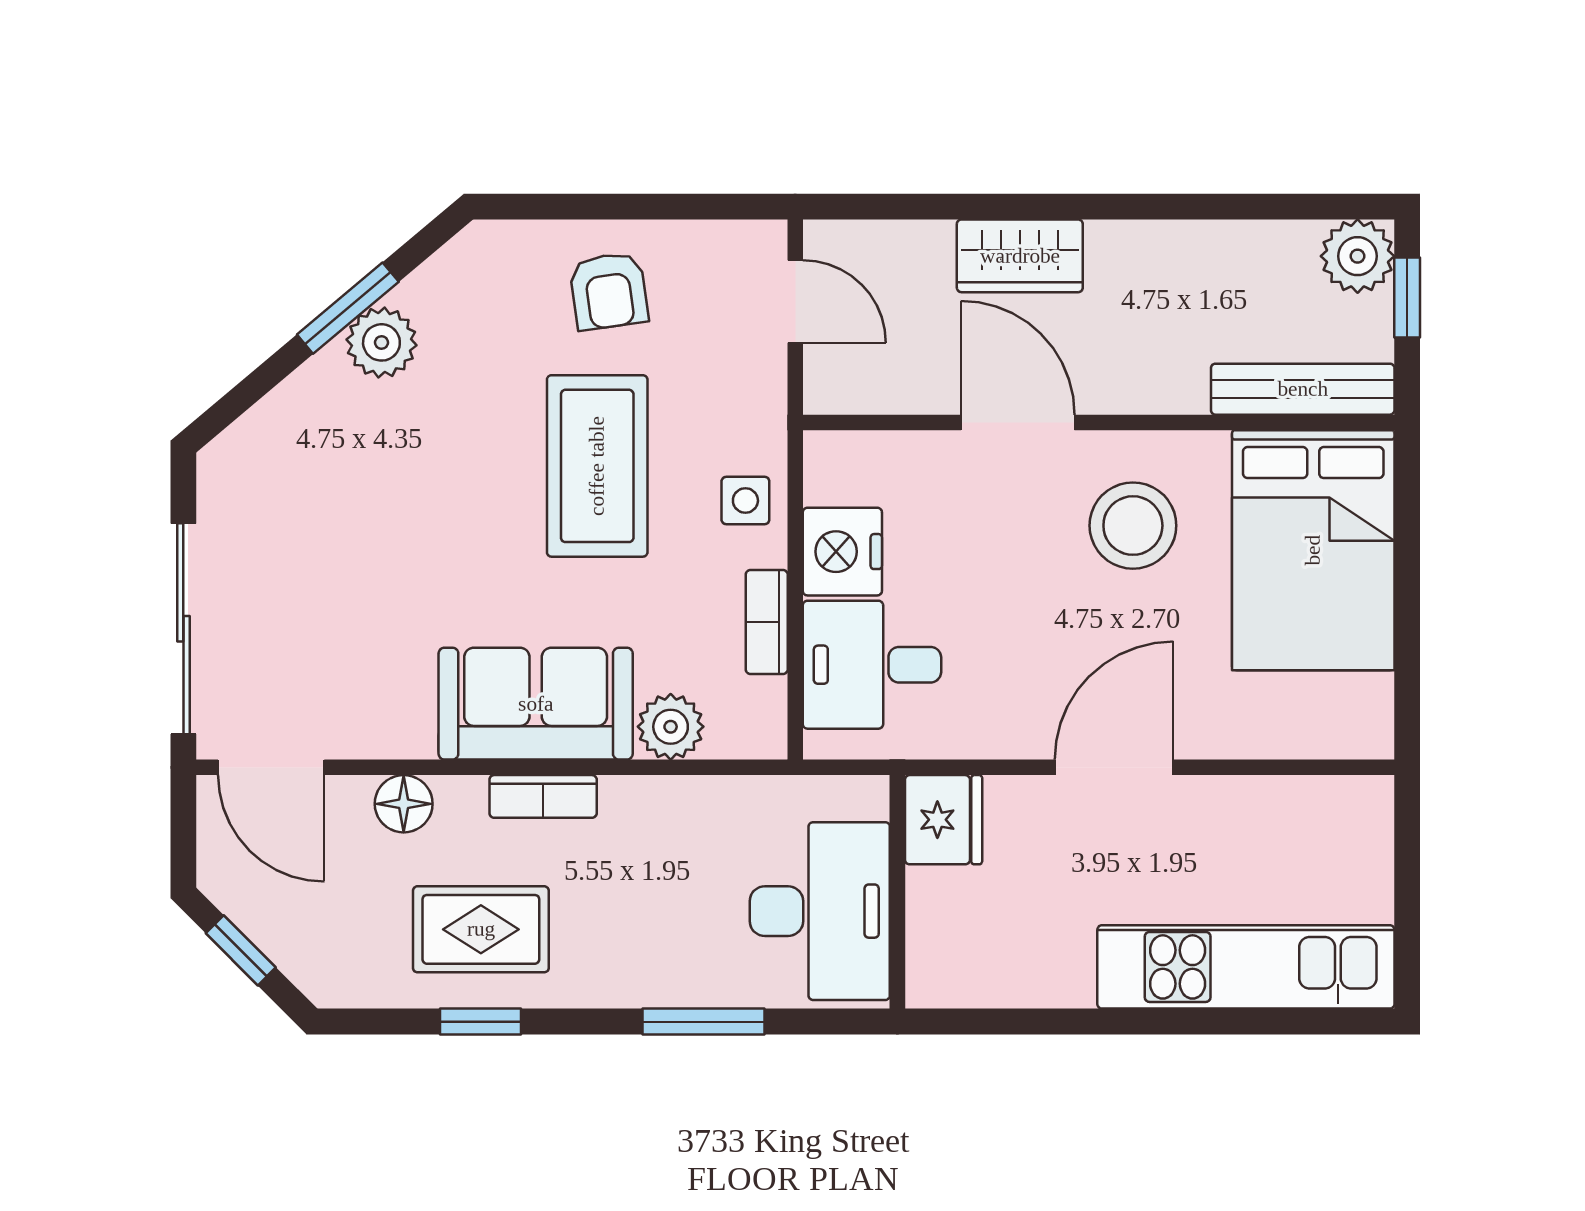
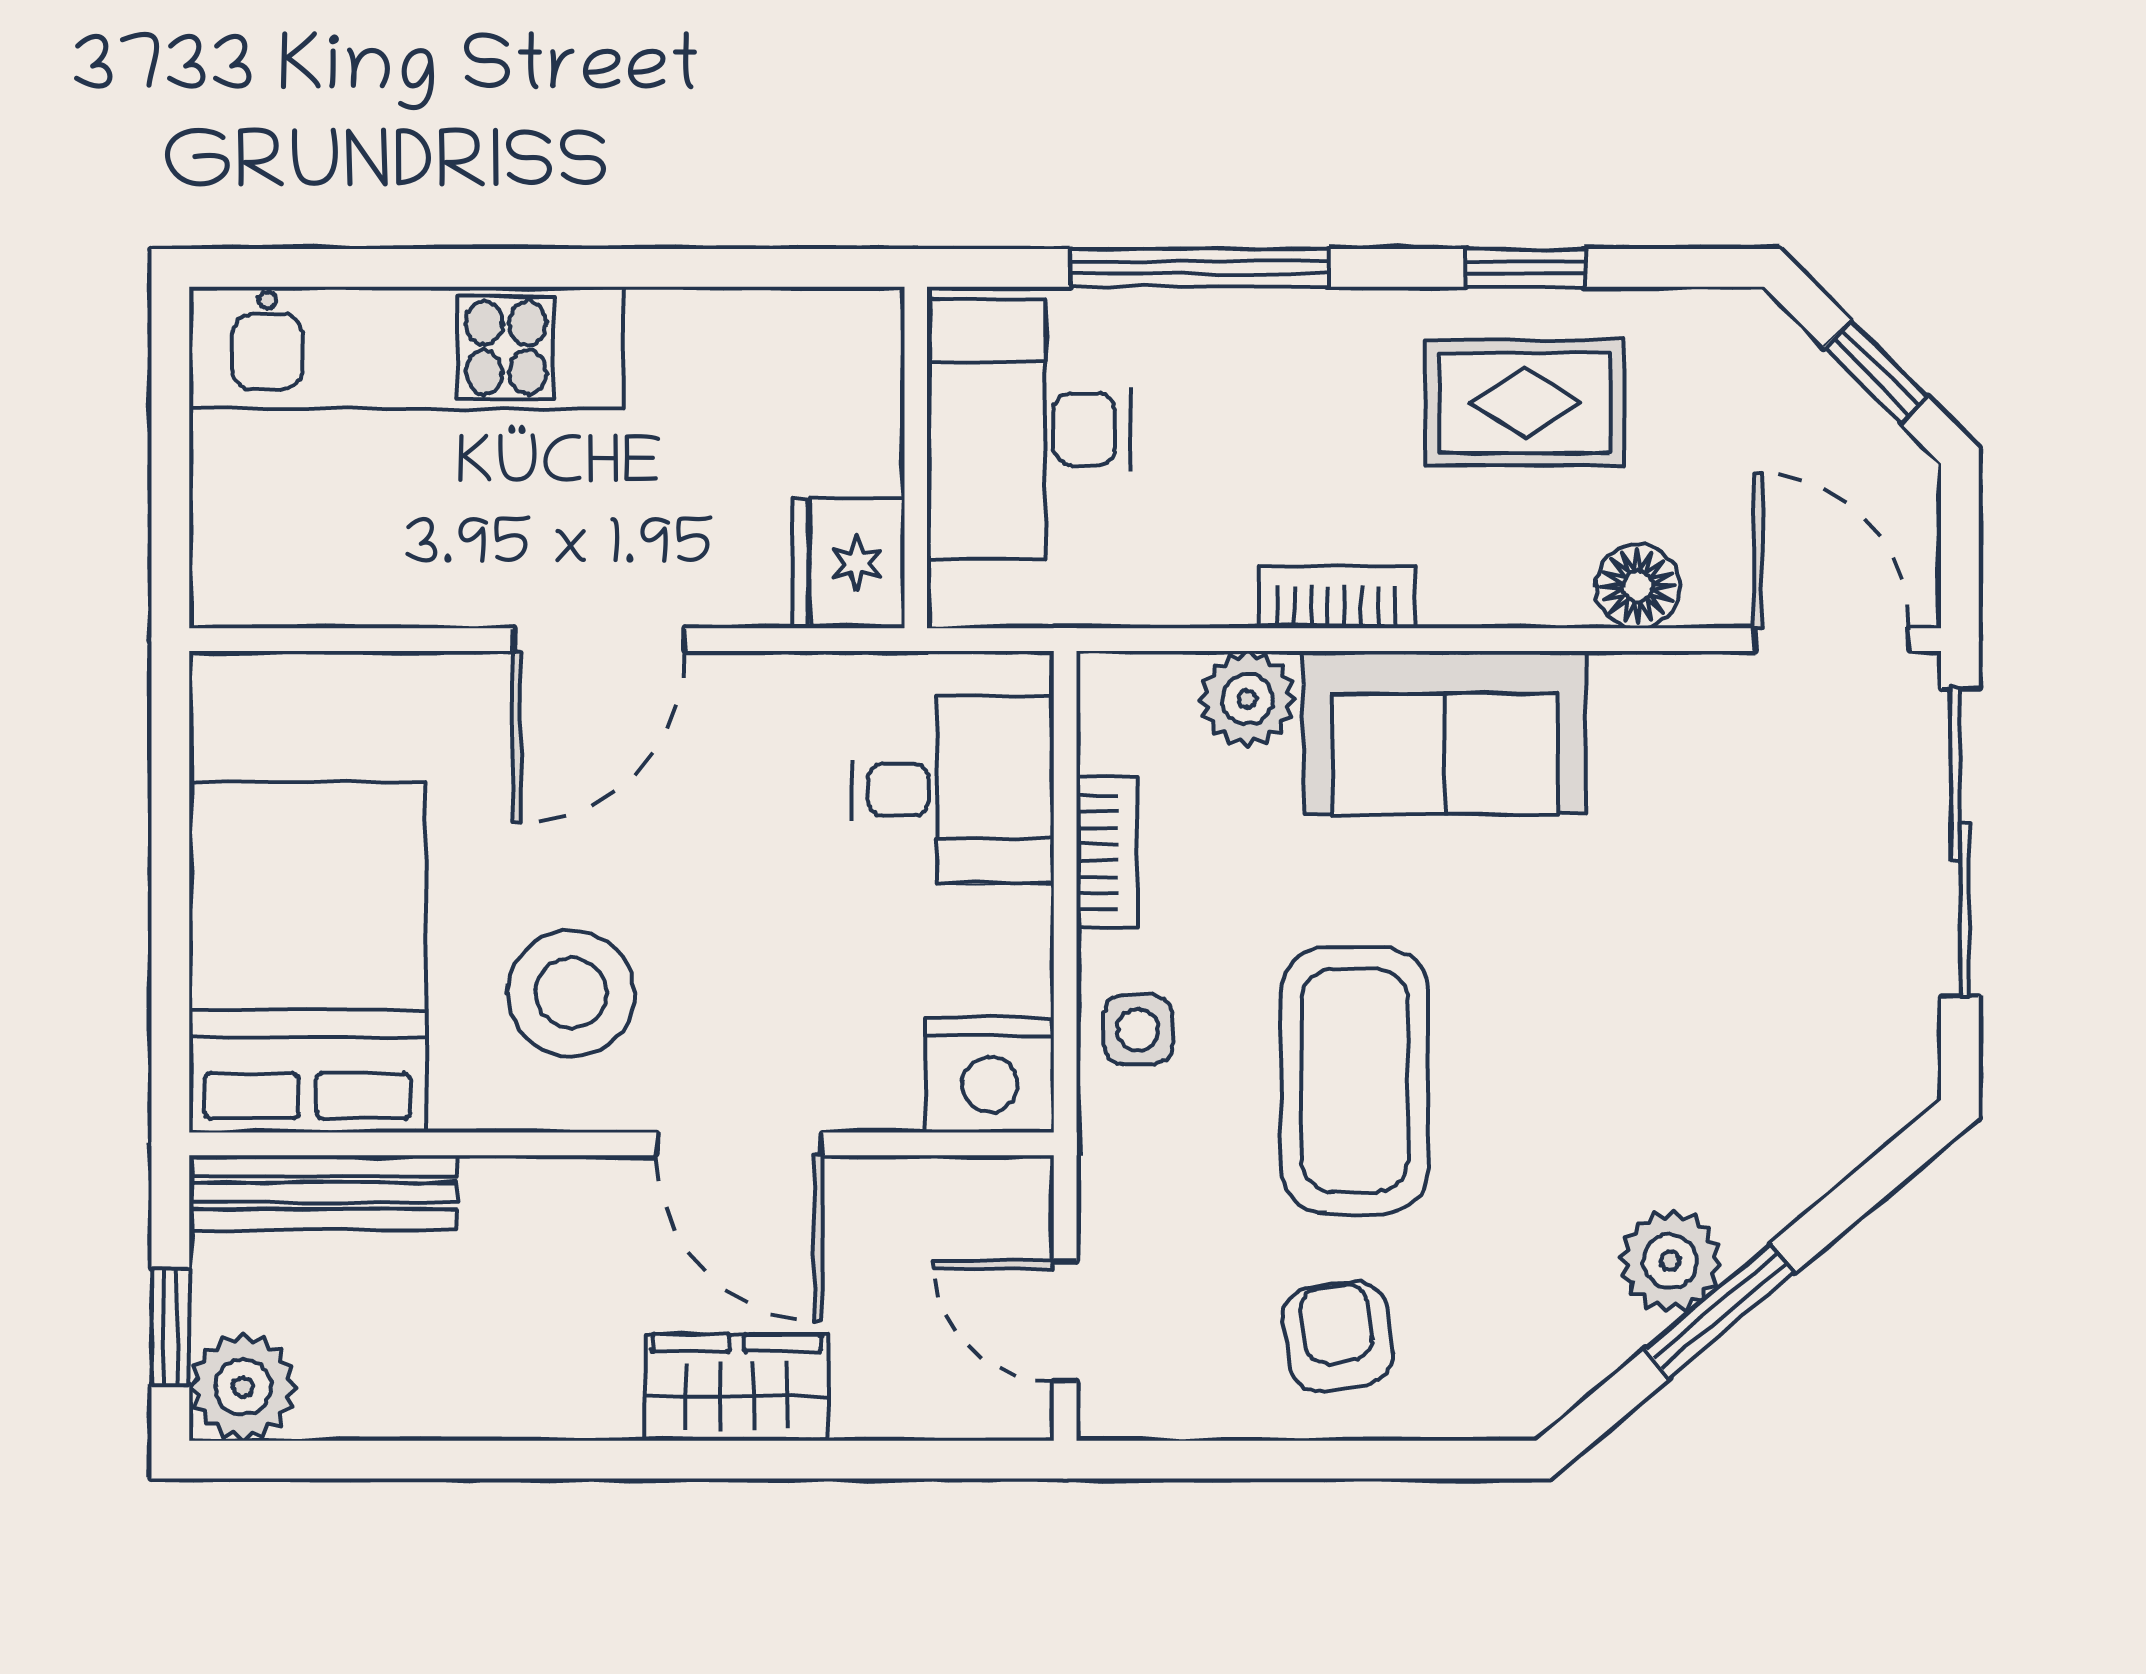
nightstand: (842, 552) -> (990, 1075), moved, turned 90
bookcase: (543, 796) -> (1337, 597), moved
window: (703, 1022) -> (1199, 268), width x1.44

